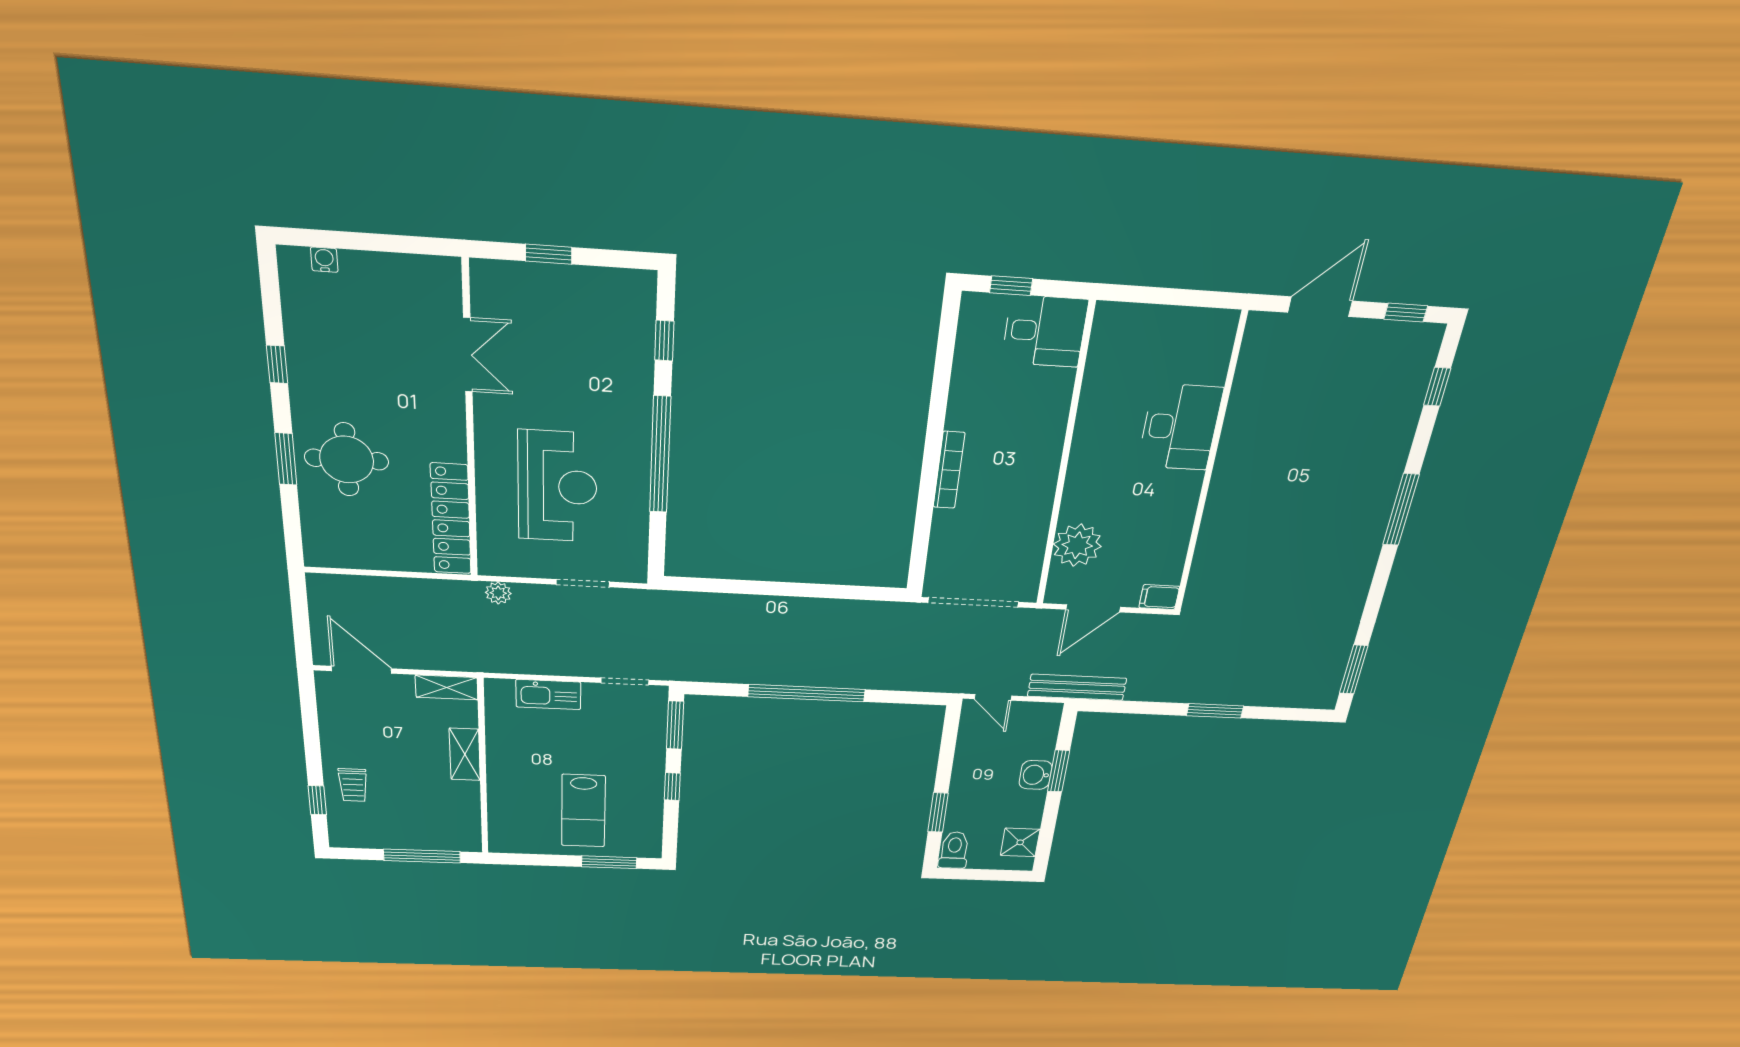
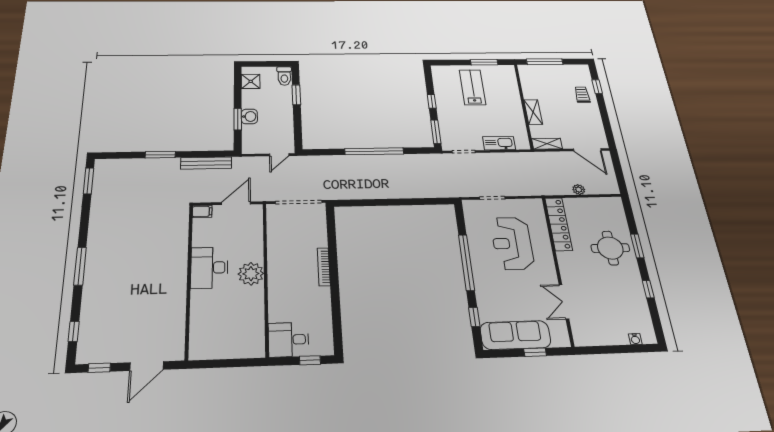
sofa: (584, 295) -> (515, 335), added
desk: (1180, 427) -> (209, 268), moved
plant: (1077, 545) -> (251, 274), moved
plant: (498, 593) -> (579, 190), moved
bench: (1077, 687) -> (206, 163), moved
door: (993, 697) -> (279, 155), swing flipped
window: (609, 862) -> (484, 62), moved

